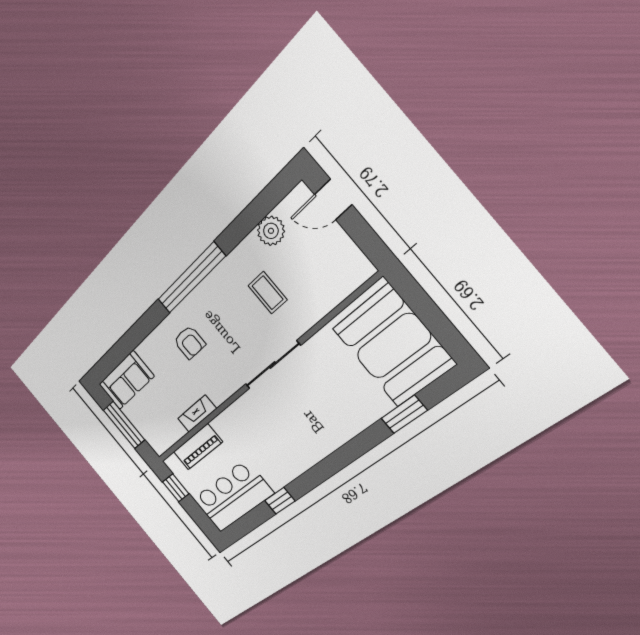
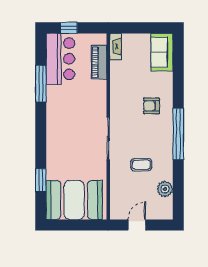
door: (333, 200) -> (137, 225), moved
fireplace: (197, 414) -> (116, 47), moved
window: (124, 425) -> (142, 28), removed
window: (176, 488) -> (69, 28), moved
window: (280, 501) -> (41, 84), width x2.17

